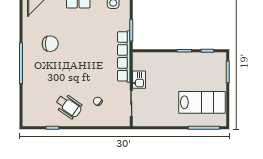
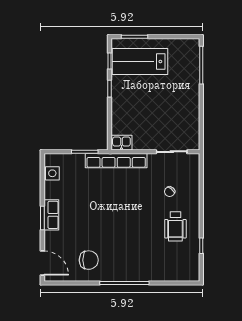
chair: (50, 44) -> (89, 260), moved, turned 90
kitchen sink: (139, 80) -> (121, 143), moved
lab bench: (202, 102) -> (140, 62), moved, turned -90
wheelchair: (69, 106) -> (175, 226), turned 145

